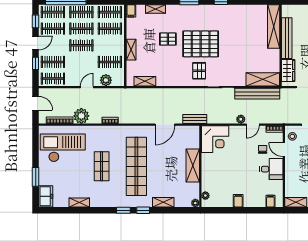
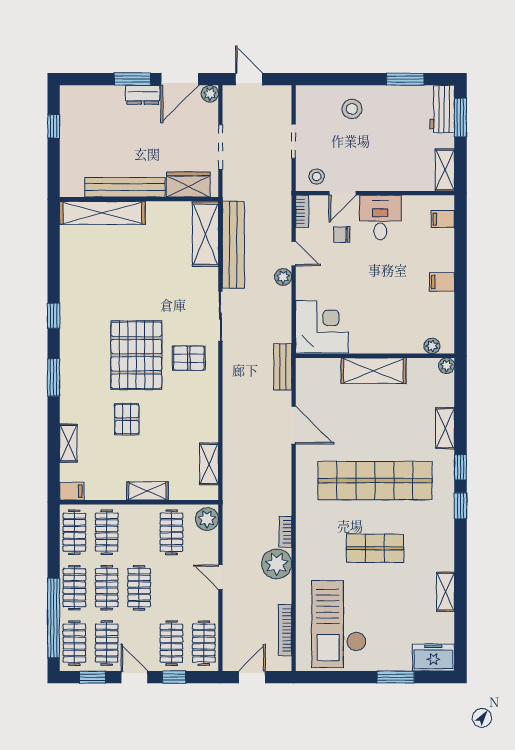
plant: (106, 80) -> (207, 519), moved
plant: (81, 116) -> (277, 564), moved

